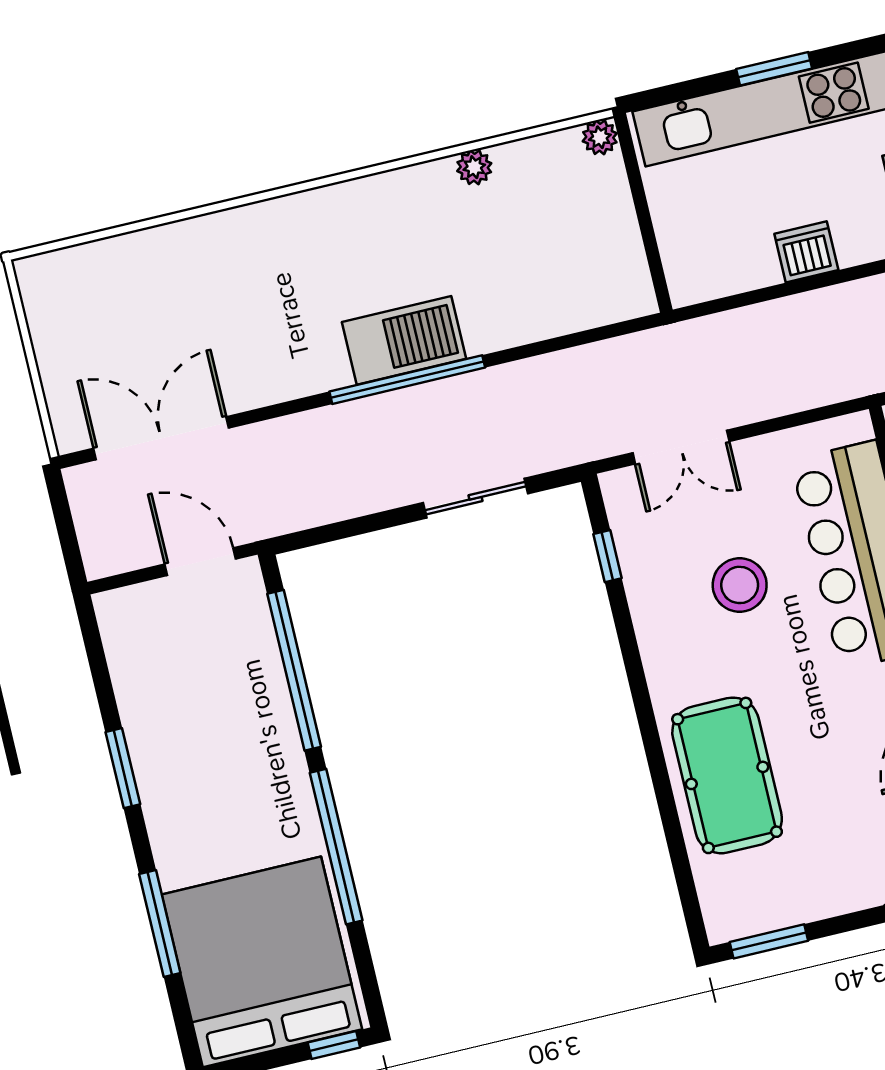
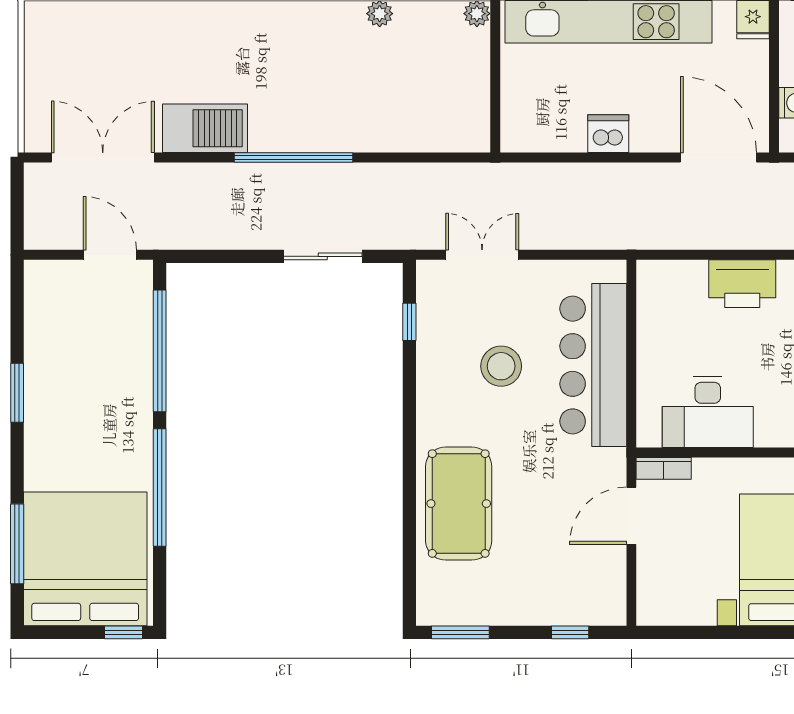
barbecue: (404, 340) -> (205, 128), moved
double door: (681, 447) -> (482, 255), swing flipped
window: (160, 923) -> (17, 544), moved

